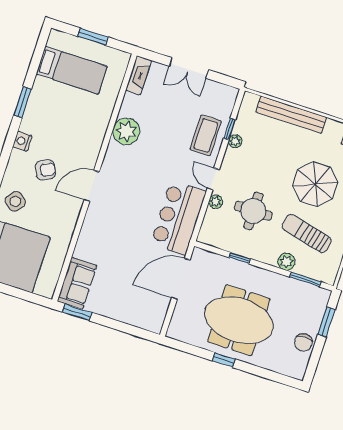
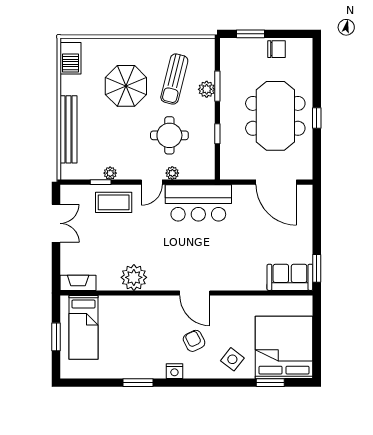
double door: (189, 68) -> (56, 223), moved
bed: (72, 70) -> (83, 327), moved, turned 180
door: (181, 279) -> (276, 182), moved
window: (305, 279) -> (217, 86), moved

